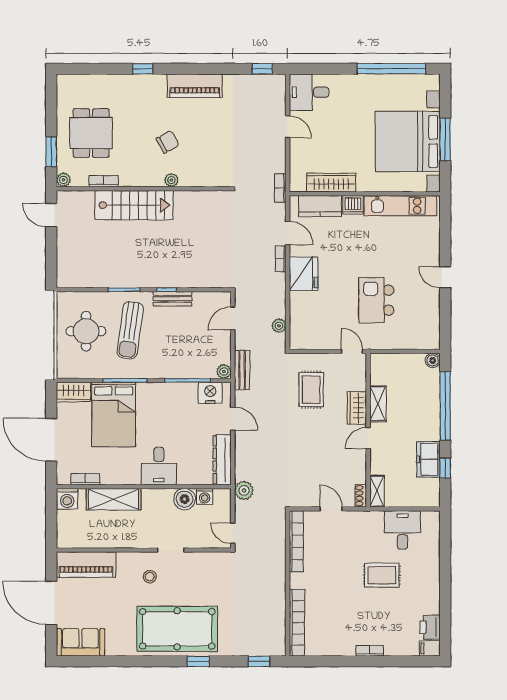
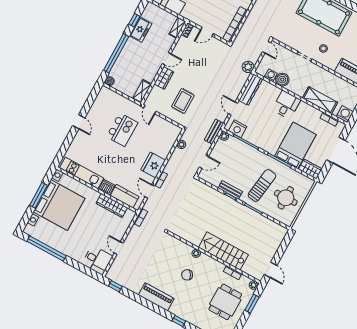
shelving: (378, 404) -> (142, 91), moved
door: (331, 509) -> (207, 32), hinge flipped

